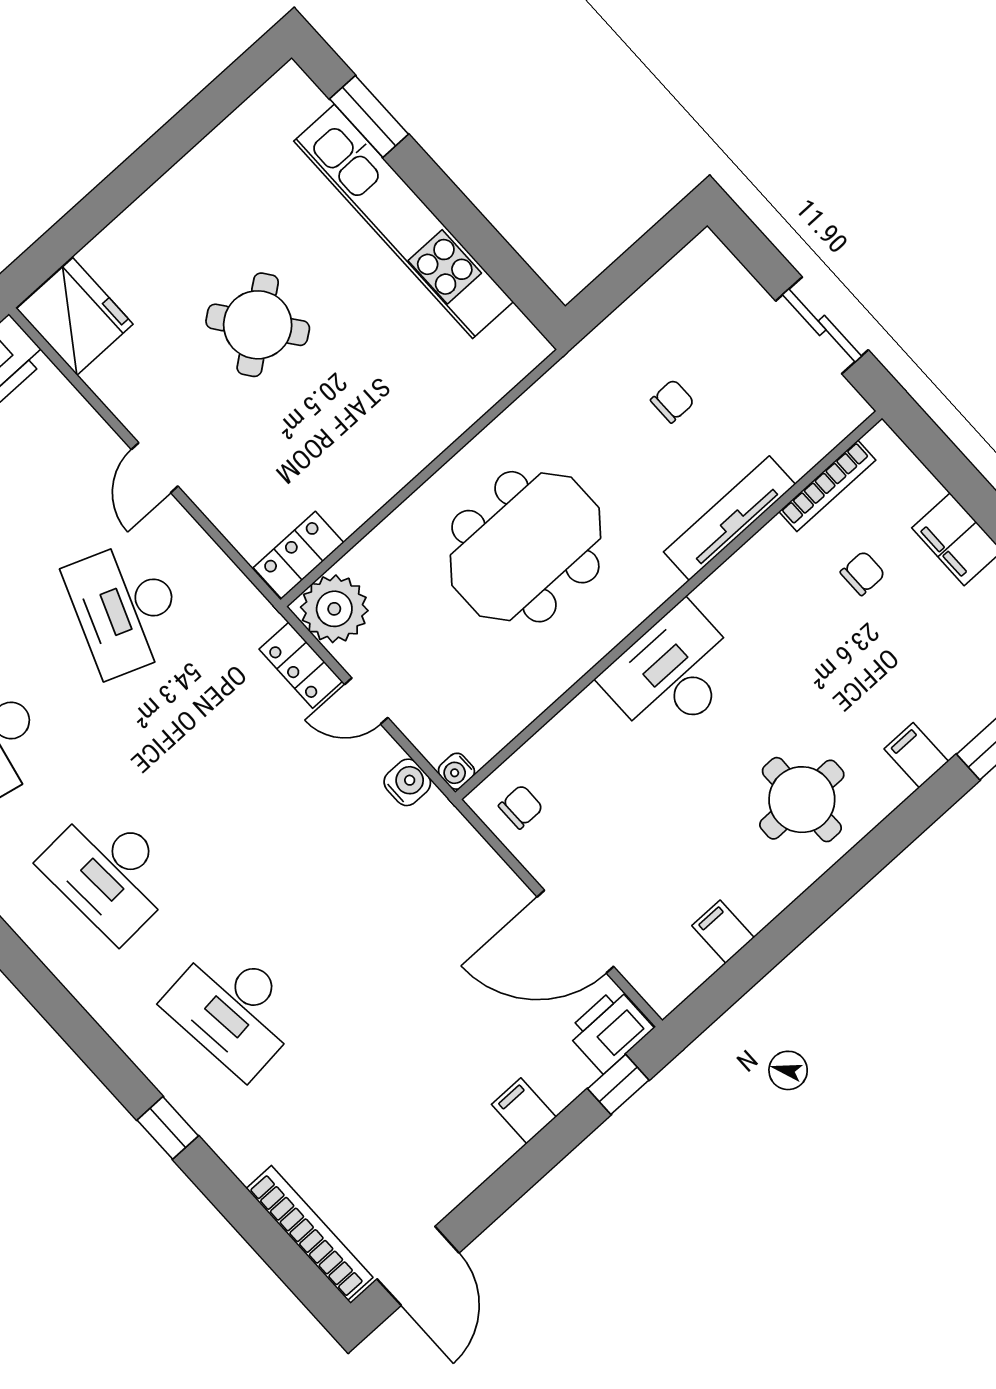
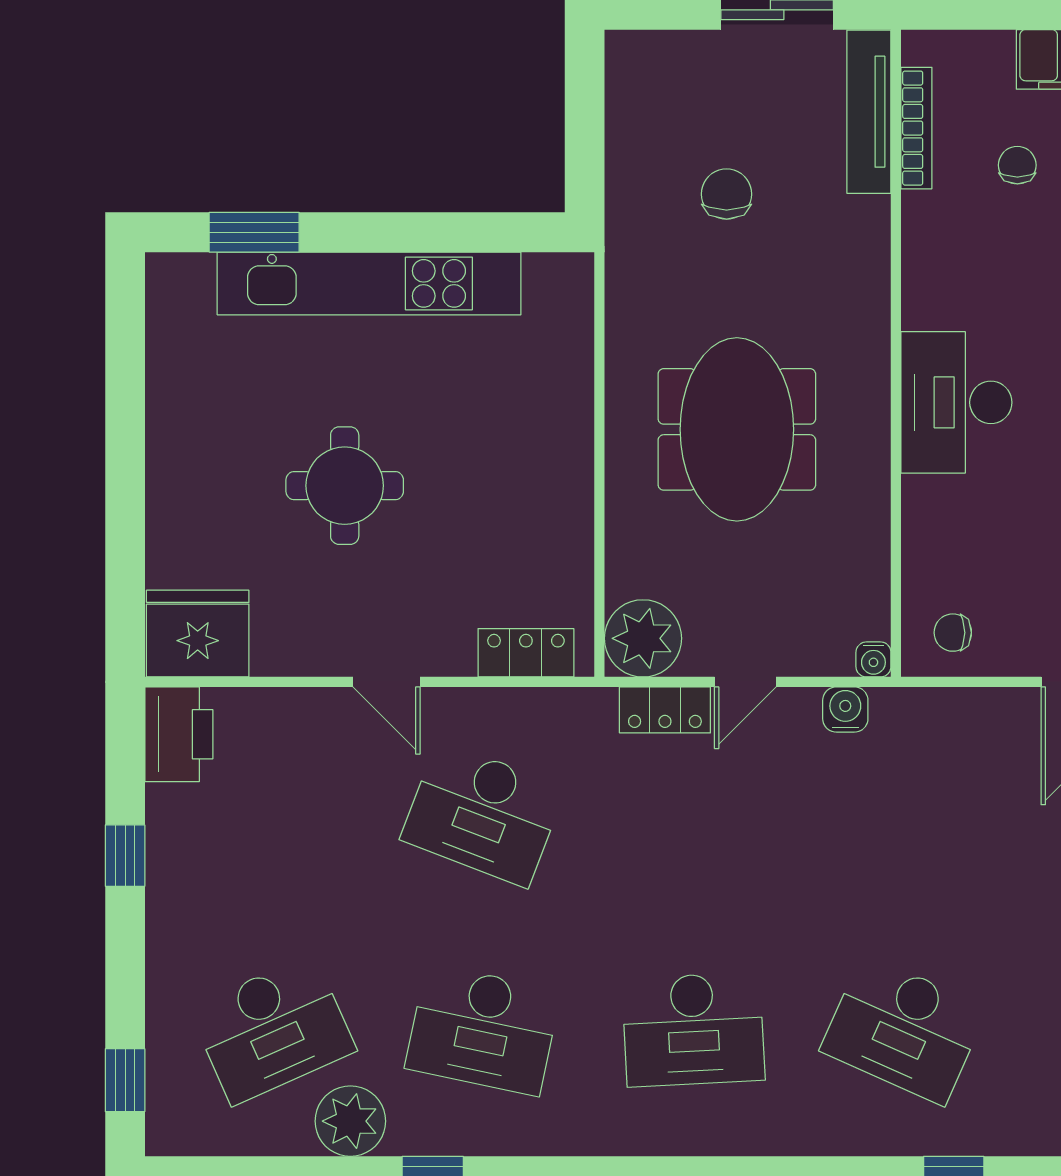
round table: (258, 325) -> (345, 486), turned 37
chair: (672, 401) -> (727, 194), width x1.37, depth x1.37
tv unit: (729, 518) -> (869, 112), moved
locker: (298, 555) -> (526, 653), moved, turned 90
chair: (521, 807) -> (953, 633), turned -90
desk: (234, 1009) -> (904, 1029), turned 30

